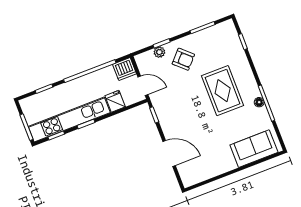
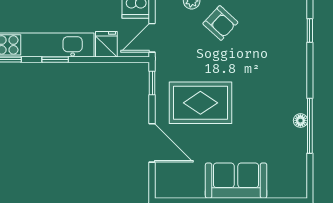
door: (143, 86) -> (152, 38), swing flipped
rug: (223, 91) -> (200, 103), moved, turned 90
sofa: (254, 149) -> (236, 181), moved

